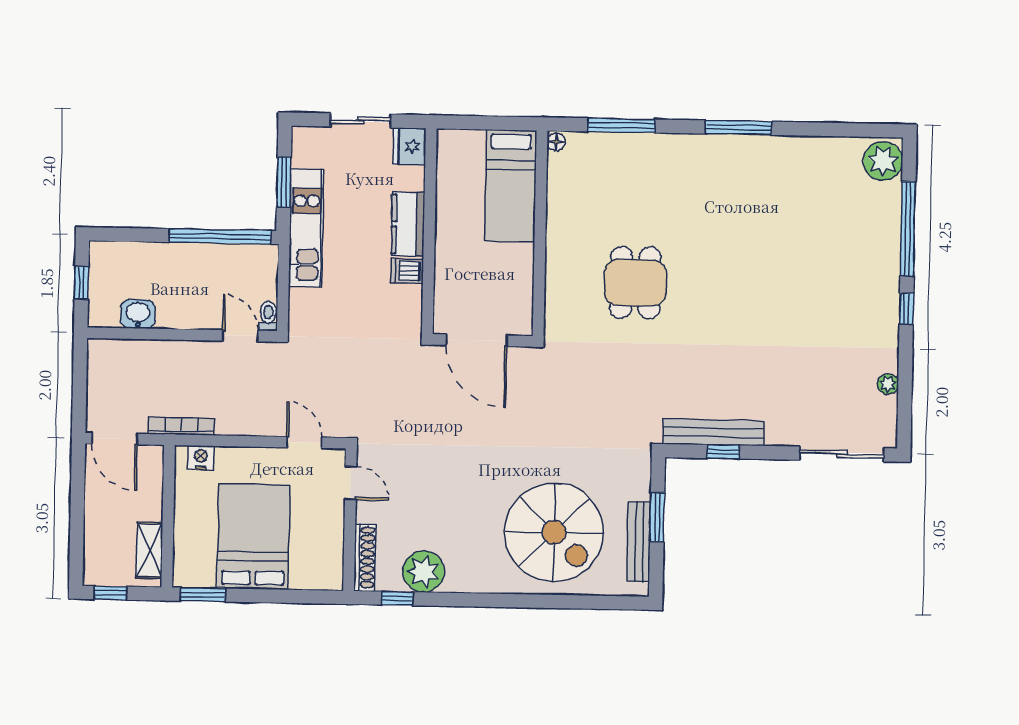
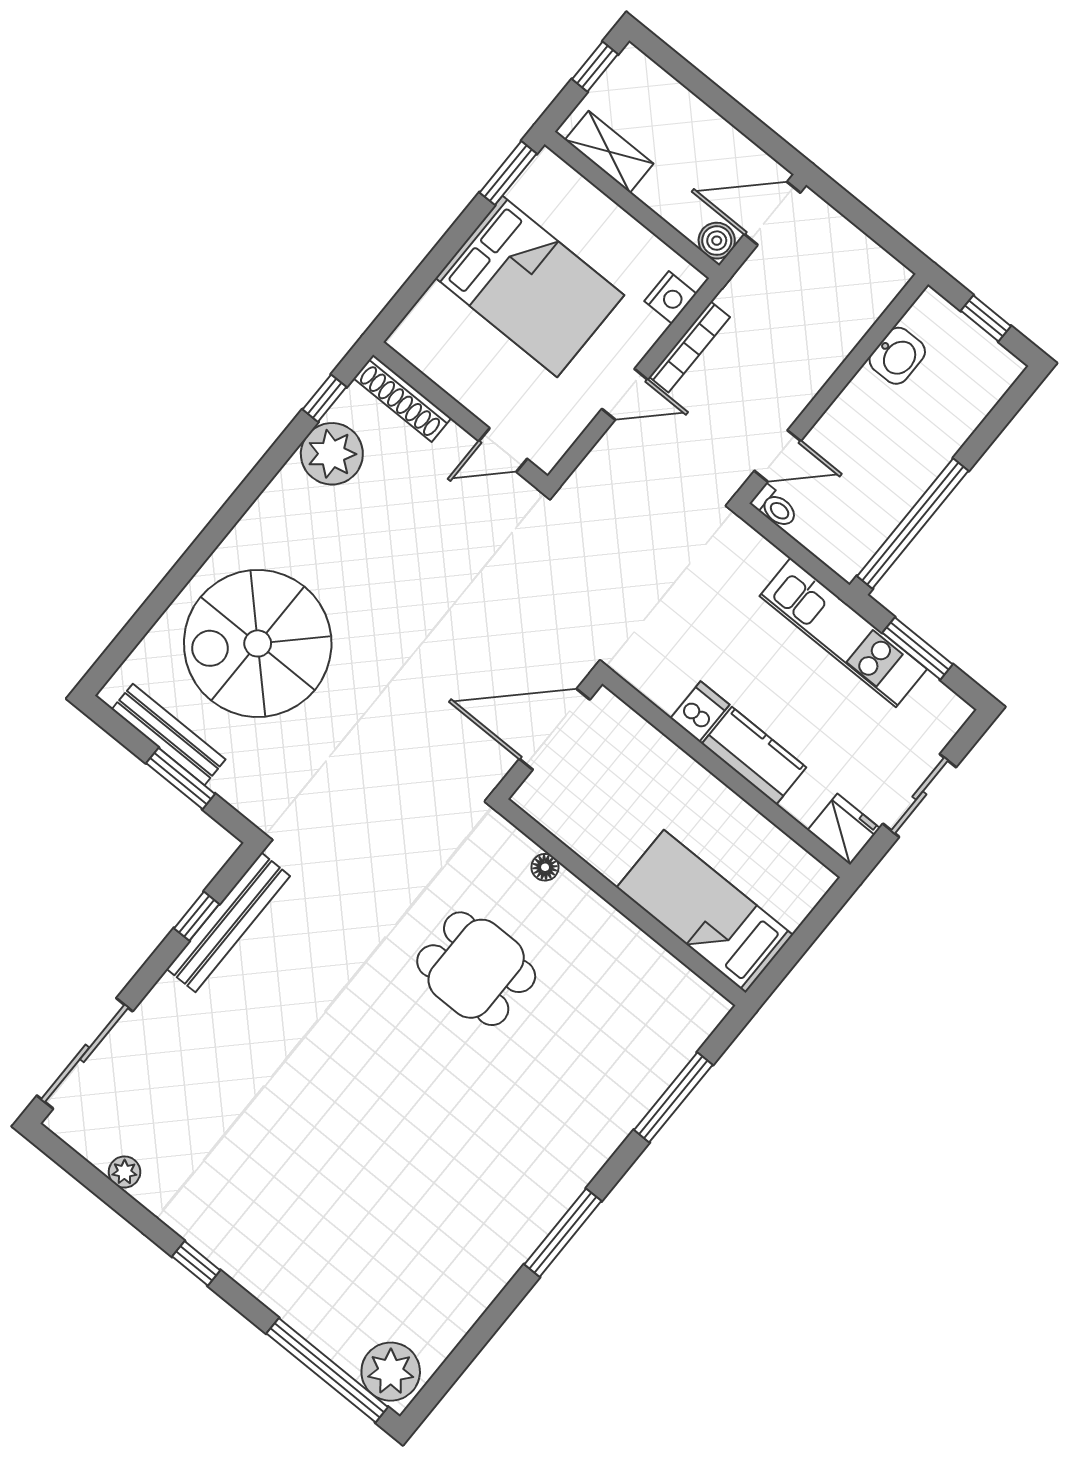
floor lamp: (556, 142) -> (545, 867), moved
window: (908, 229) -> (327, 1370), moved
bookcase: (181, 426) -> (690, 347), moved
door: (304, 442) -> (625, 394), moved
boiler: (152, 457) -> (717, 241), added

